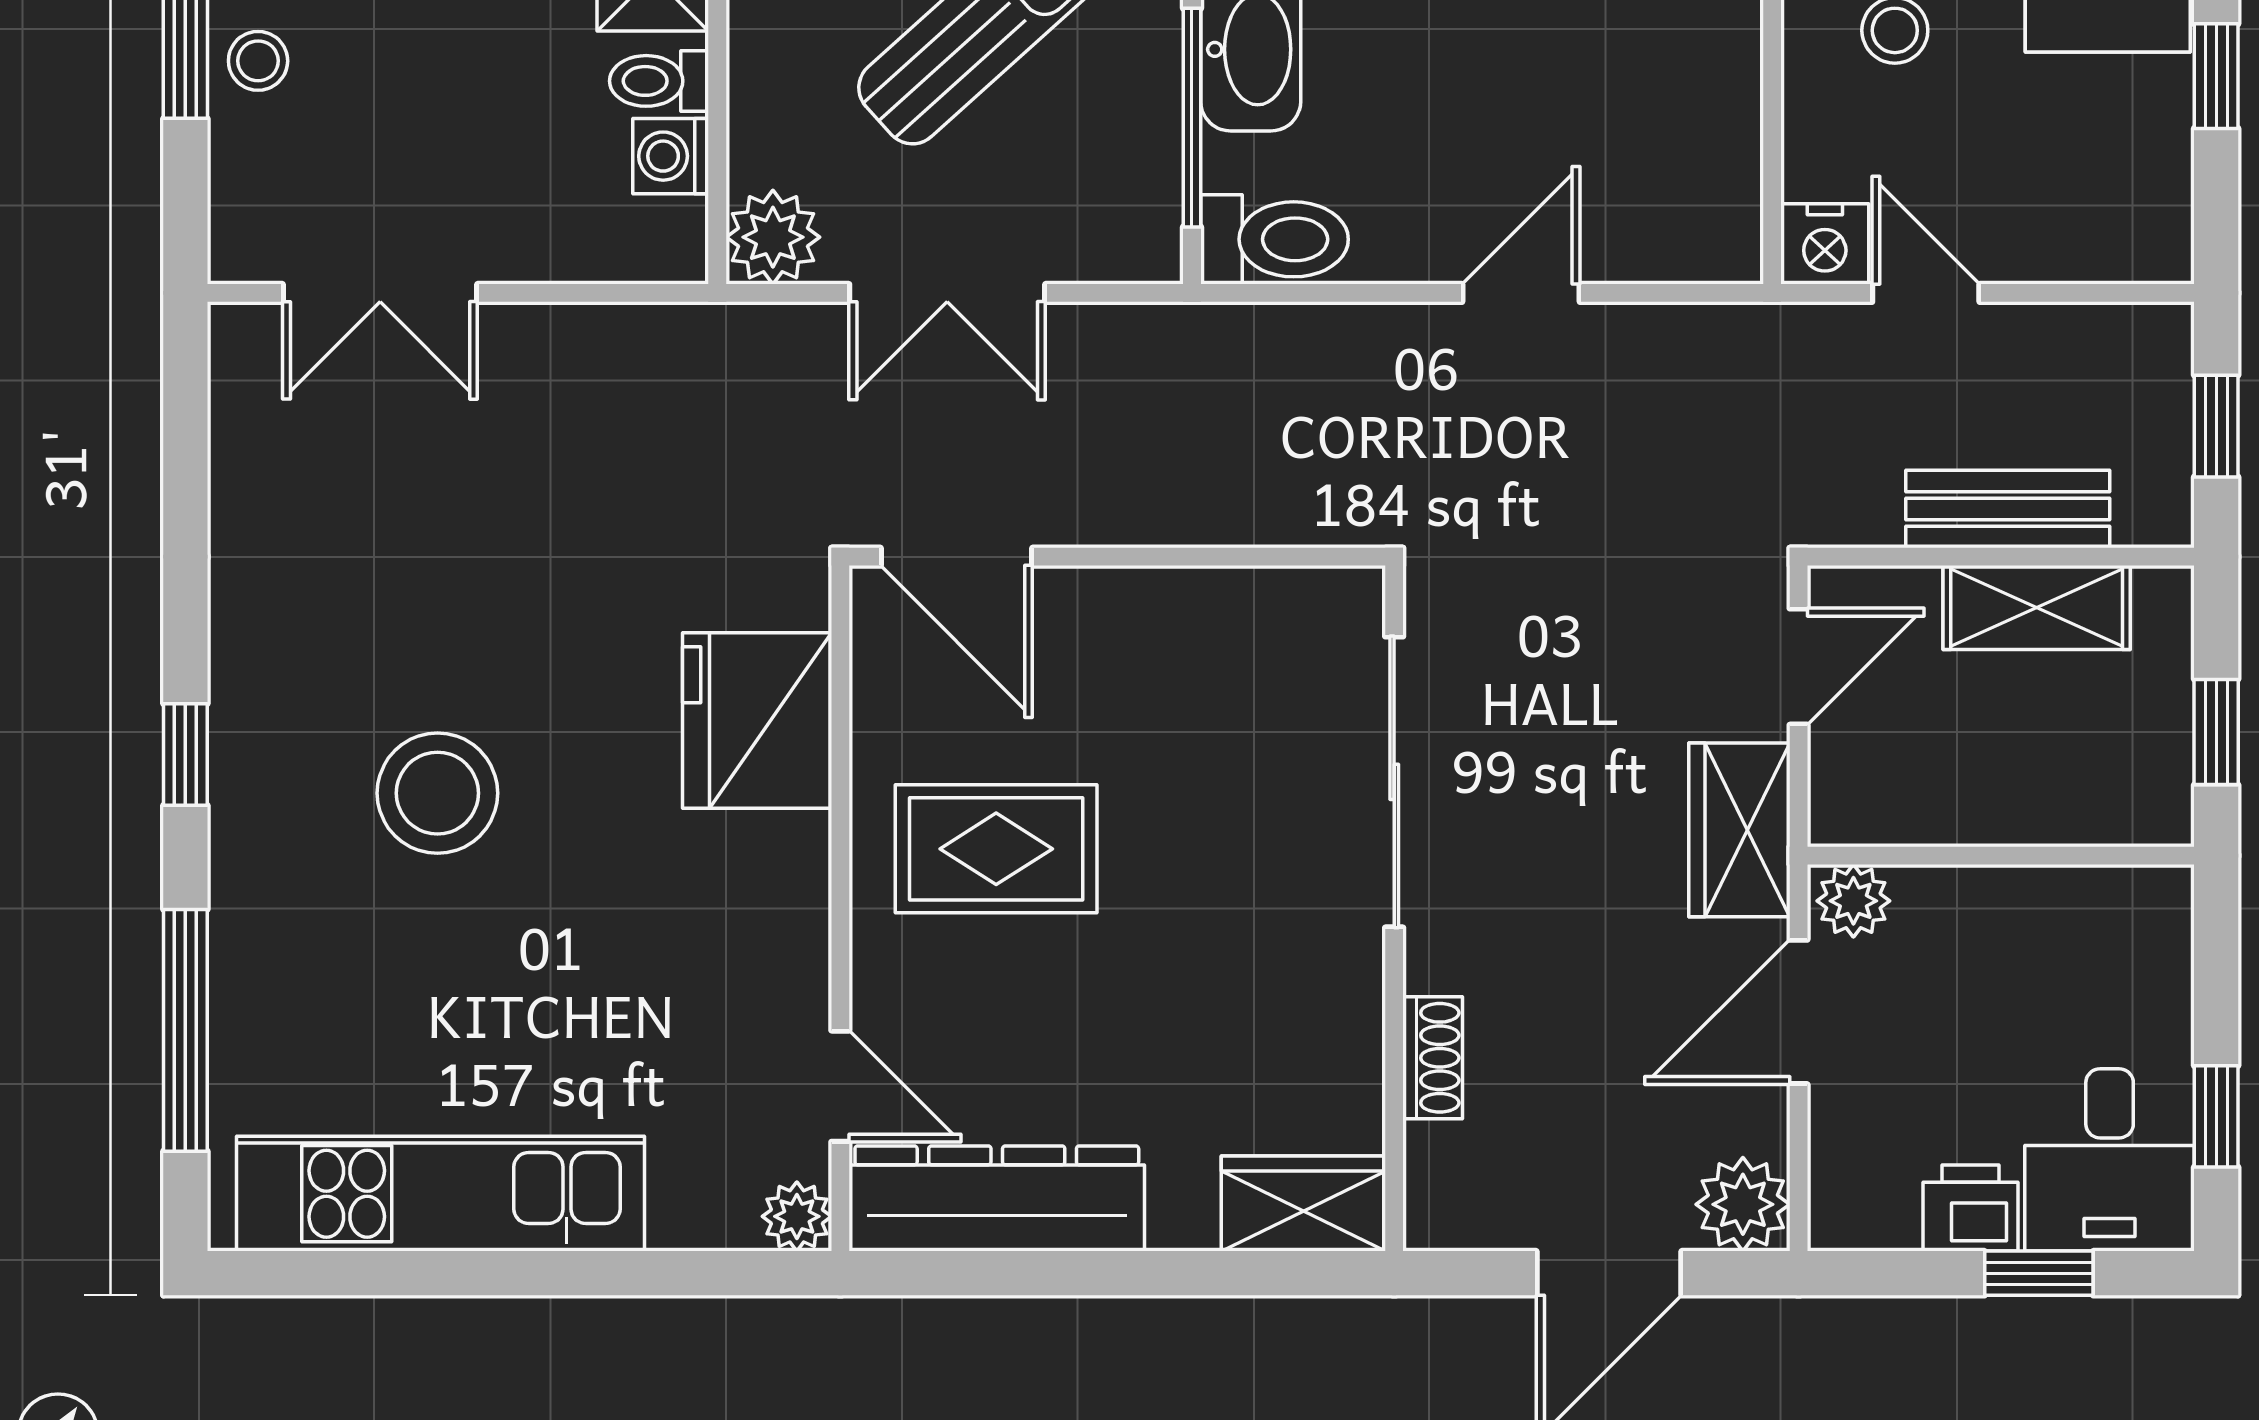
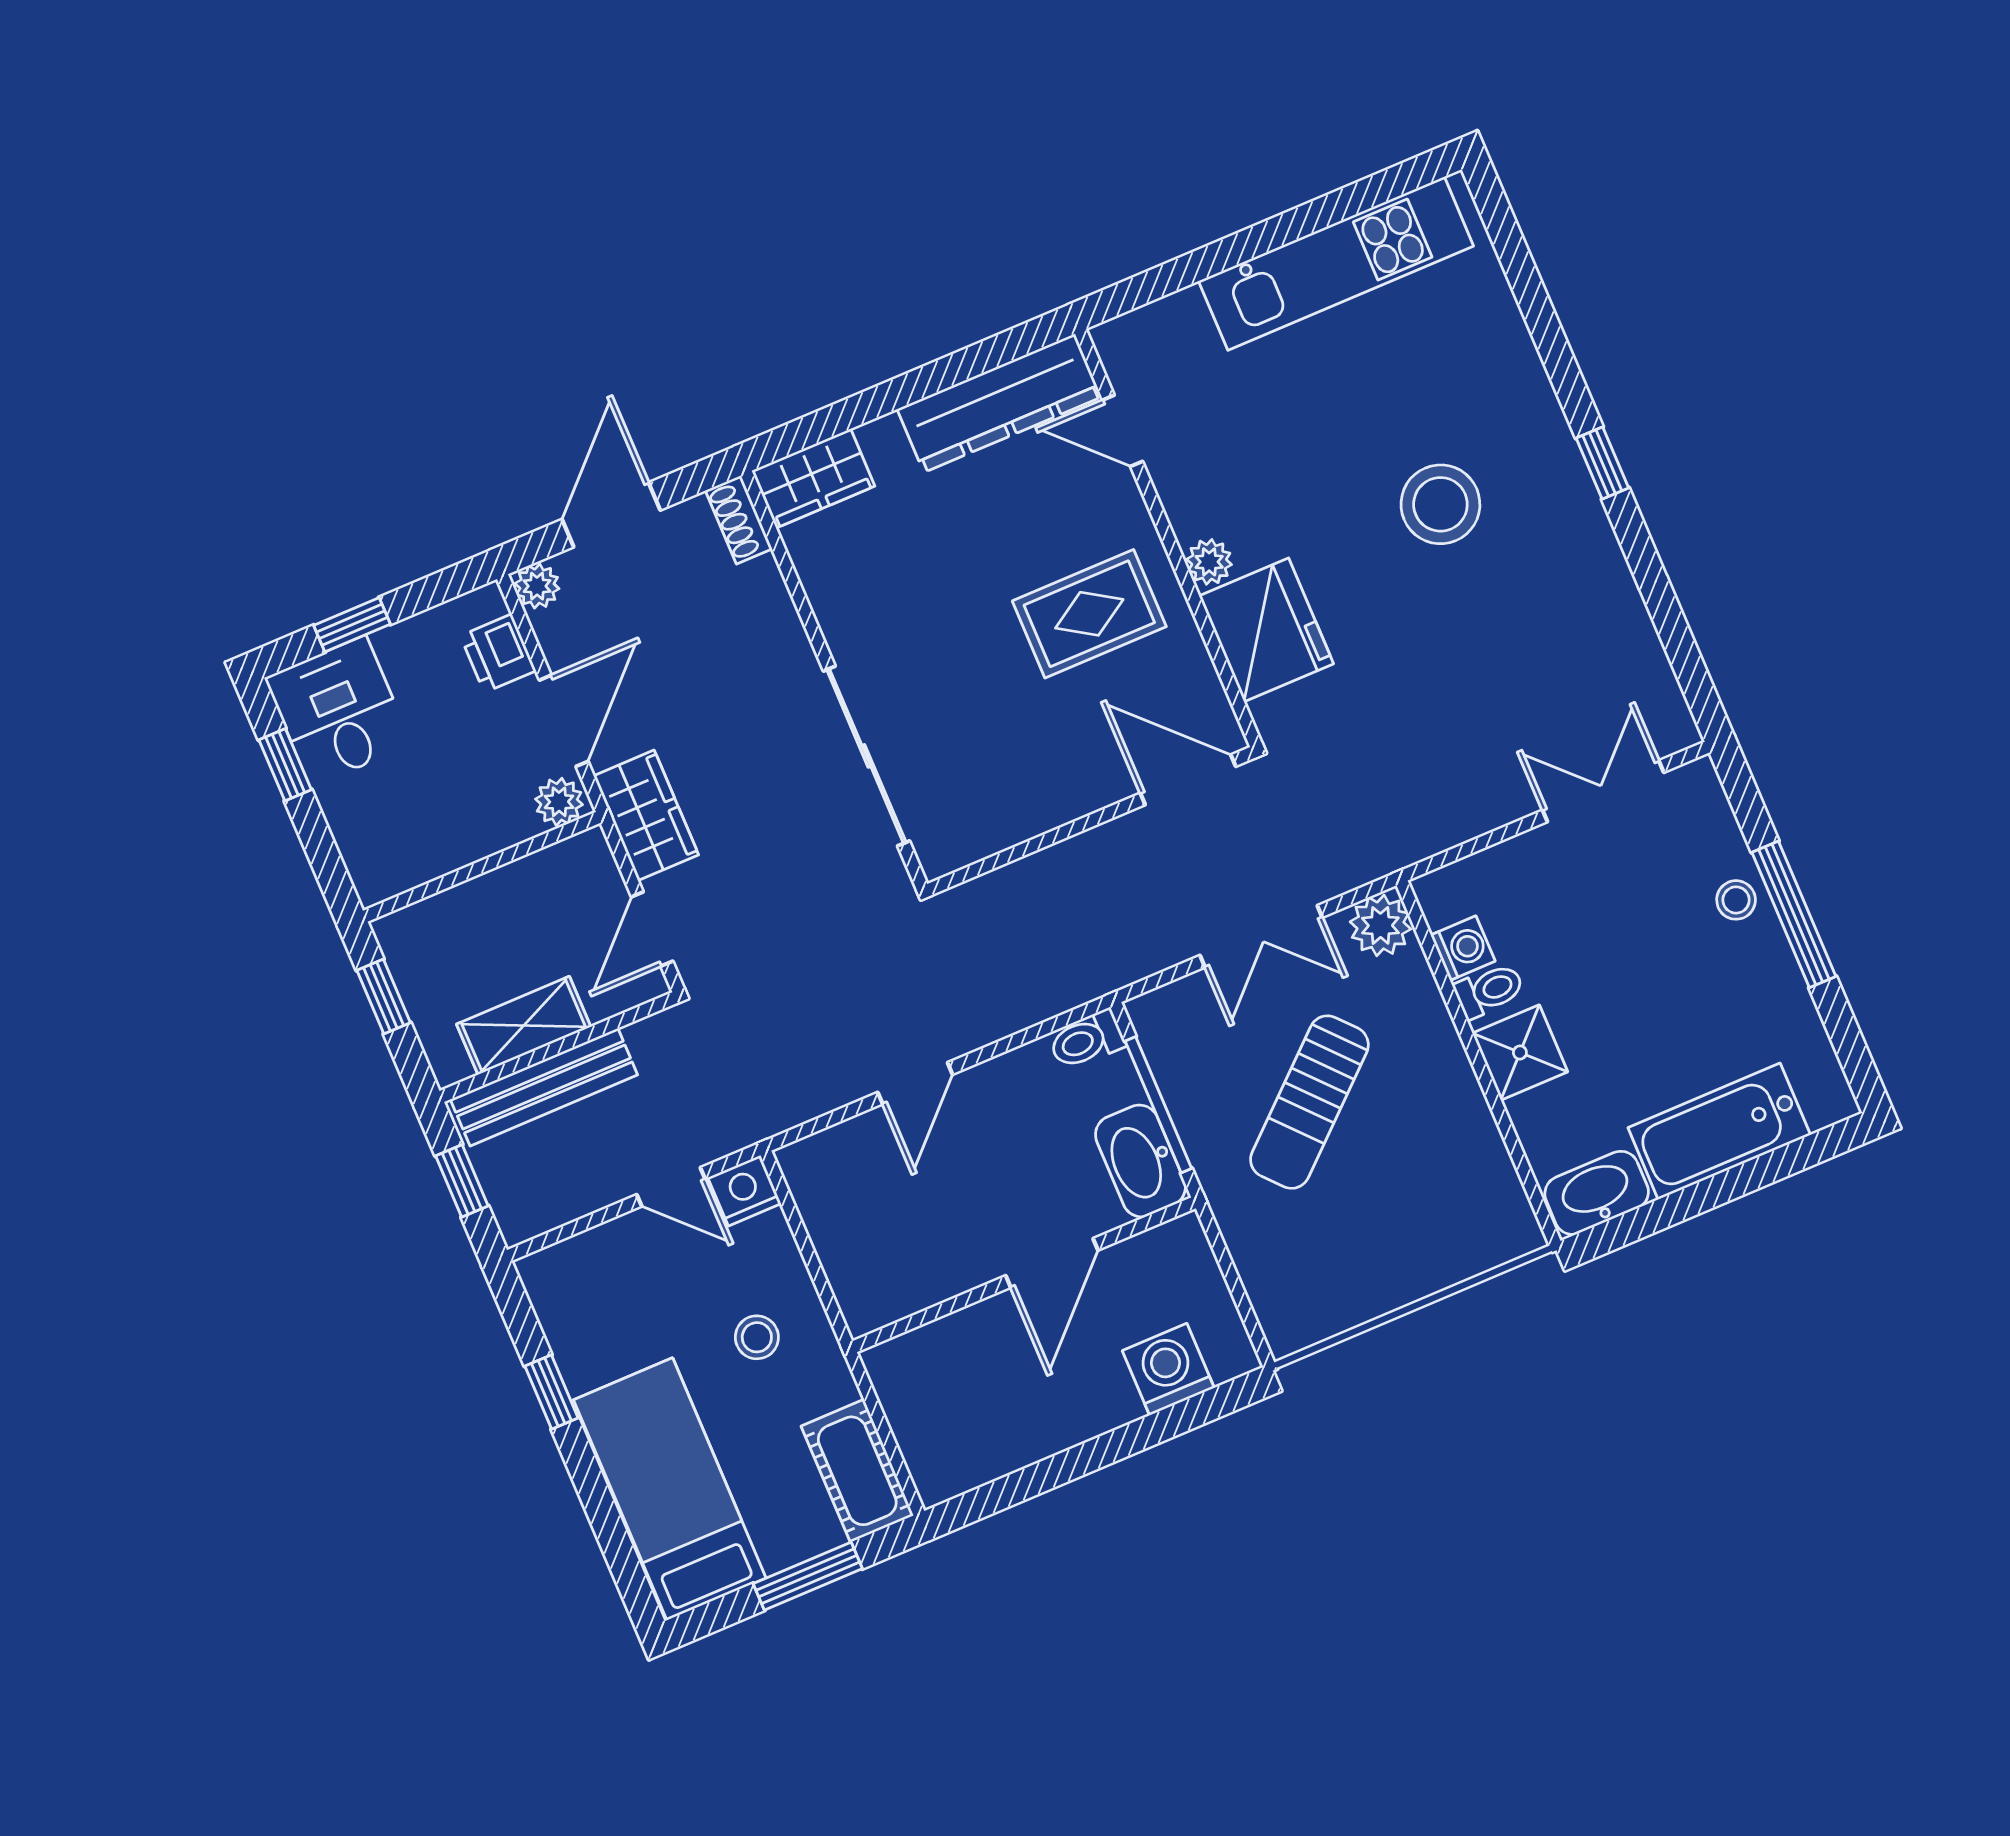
toilet: (1274, 239) -> (1087, 1040), width x0.73, depth x0.72
double door: (947, 293) -> (1261, 936), swing flipped
bench: (2008, 509) -> (544, 1087), width x1.36
window: (185, 1030) -> (1532, 297), removed
shoe rack: (1433, 1058) -> (739, 520), moved
plant: (1743, 1204) -> (537, 586), width x0.73, depth x0.73
printer: (1970, 1208) -> (498, 653), moved, turned 90
plant: (797, 1216) -> (1209, 562), moved

